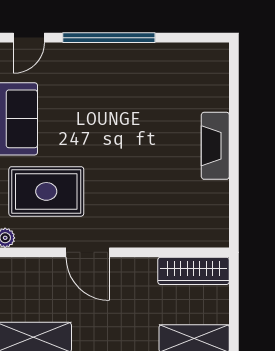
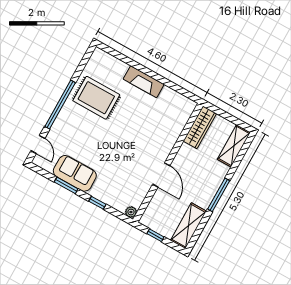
rug: (46, 191) -> (96, 98), moved, turned 90
door: (88, 252) -> (161, 175), hinge flipped

